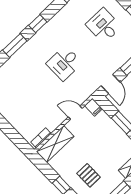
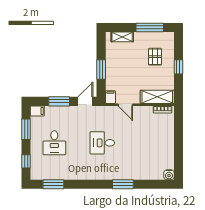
window: (38, 24) -> (95, 184), removed
desk: (64, 63) -> (102, 143), turned 180

